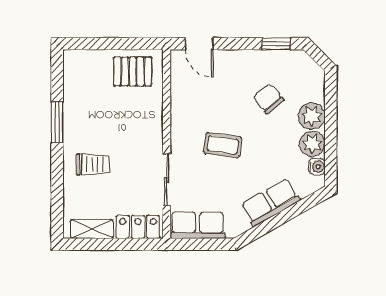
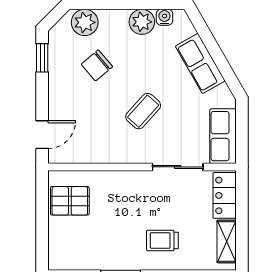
pallet: (133, 71) -> (70, 201), turned 90
plant: (312, 116) -> (85, 22), moved
coffee table: (223, 145) -> (143, 111), turned 34
trolley: (93, 164) -> (162, 240), turned -90

